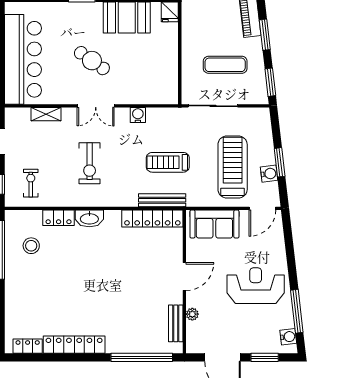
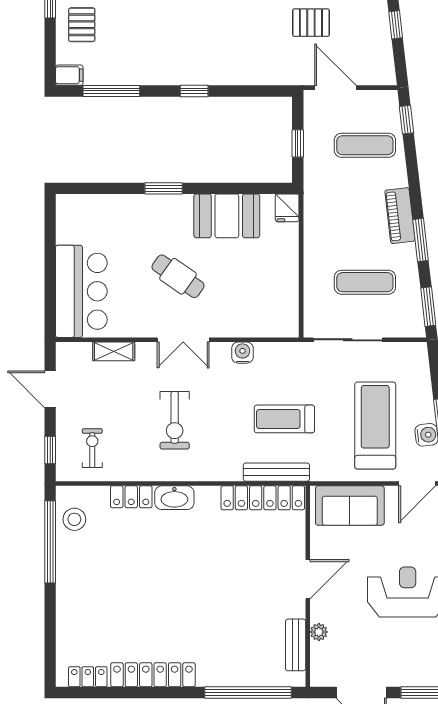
bar counter: (23, 59) -> (81, 291), width x0.73
stool: (31, 246) -> (74, 519), moved

